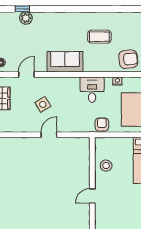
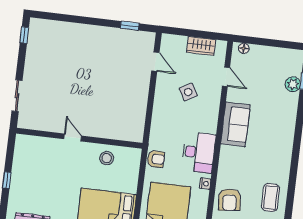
coffee table: (99, 37) -> (270, 197), moved
desk: (92, 90) -> (199, 152), width x1.37
door: (49, 135) -> (155, 62), moved

